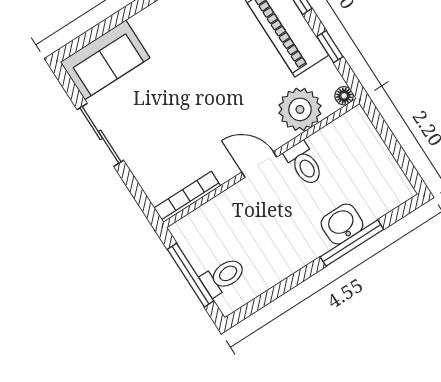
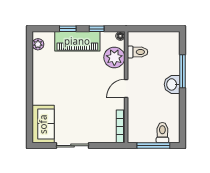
toilet: (304, 164) -> (138, 52), moved
washbasin: (342, 224) -> (172, 84), moved

